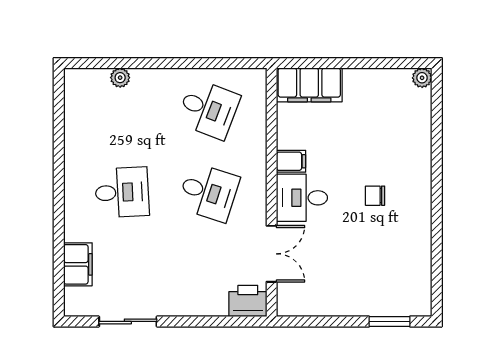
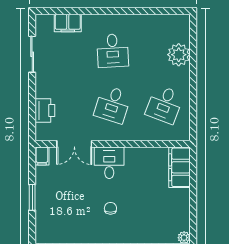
plant: (120, 78) -> (179, 55), width x1.87, depth x1.87
filing cabinet: (291, 161) -> (42, 156), moved
printer: (248, 301) -> (45, 111), moved
window: (389, 321) -> (32, 197), moved

